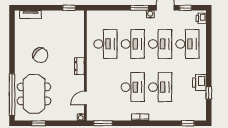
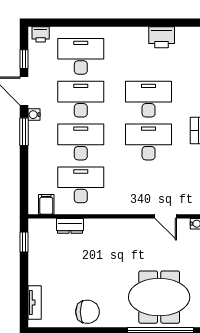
filing cabinet: (93, 22) -> (46, 204), added
chair: (40, 55) -> (88, 312), moved, turned 46
dresser: (79, 66) -> (70, 226), moved
printer: (199, 82) -> (162, 37), moved
window: (209, 93) -> (157, 23), removed

